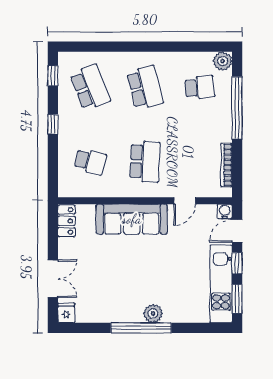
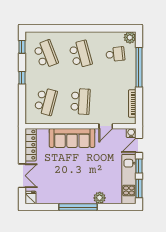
school desk: (90, 162) -> (46, 101), width x1.85
locker: (66, 221) -> (31, 145), width x1.53
plant: (153, 313) -> (100, 198), moved

